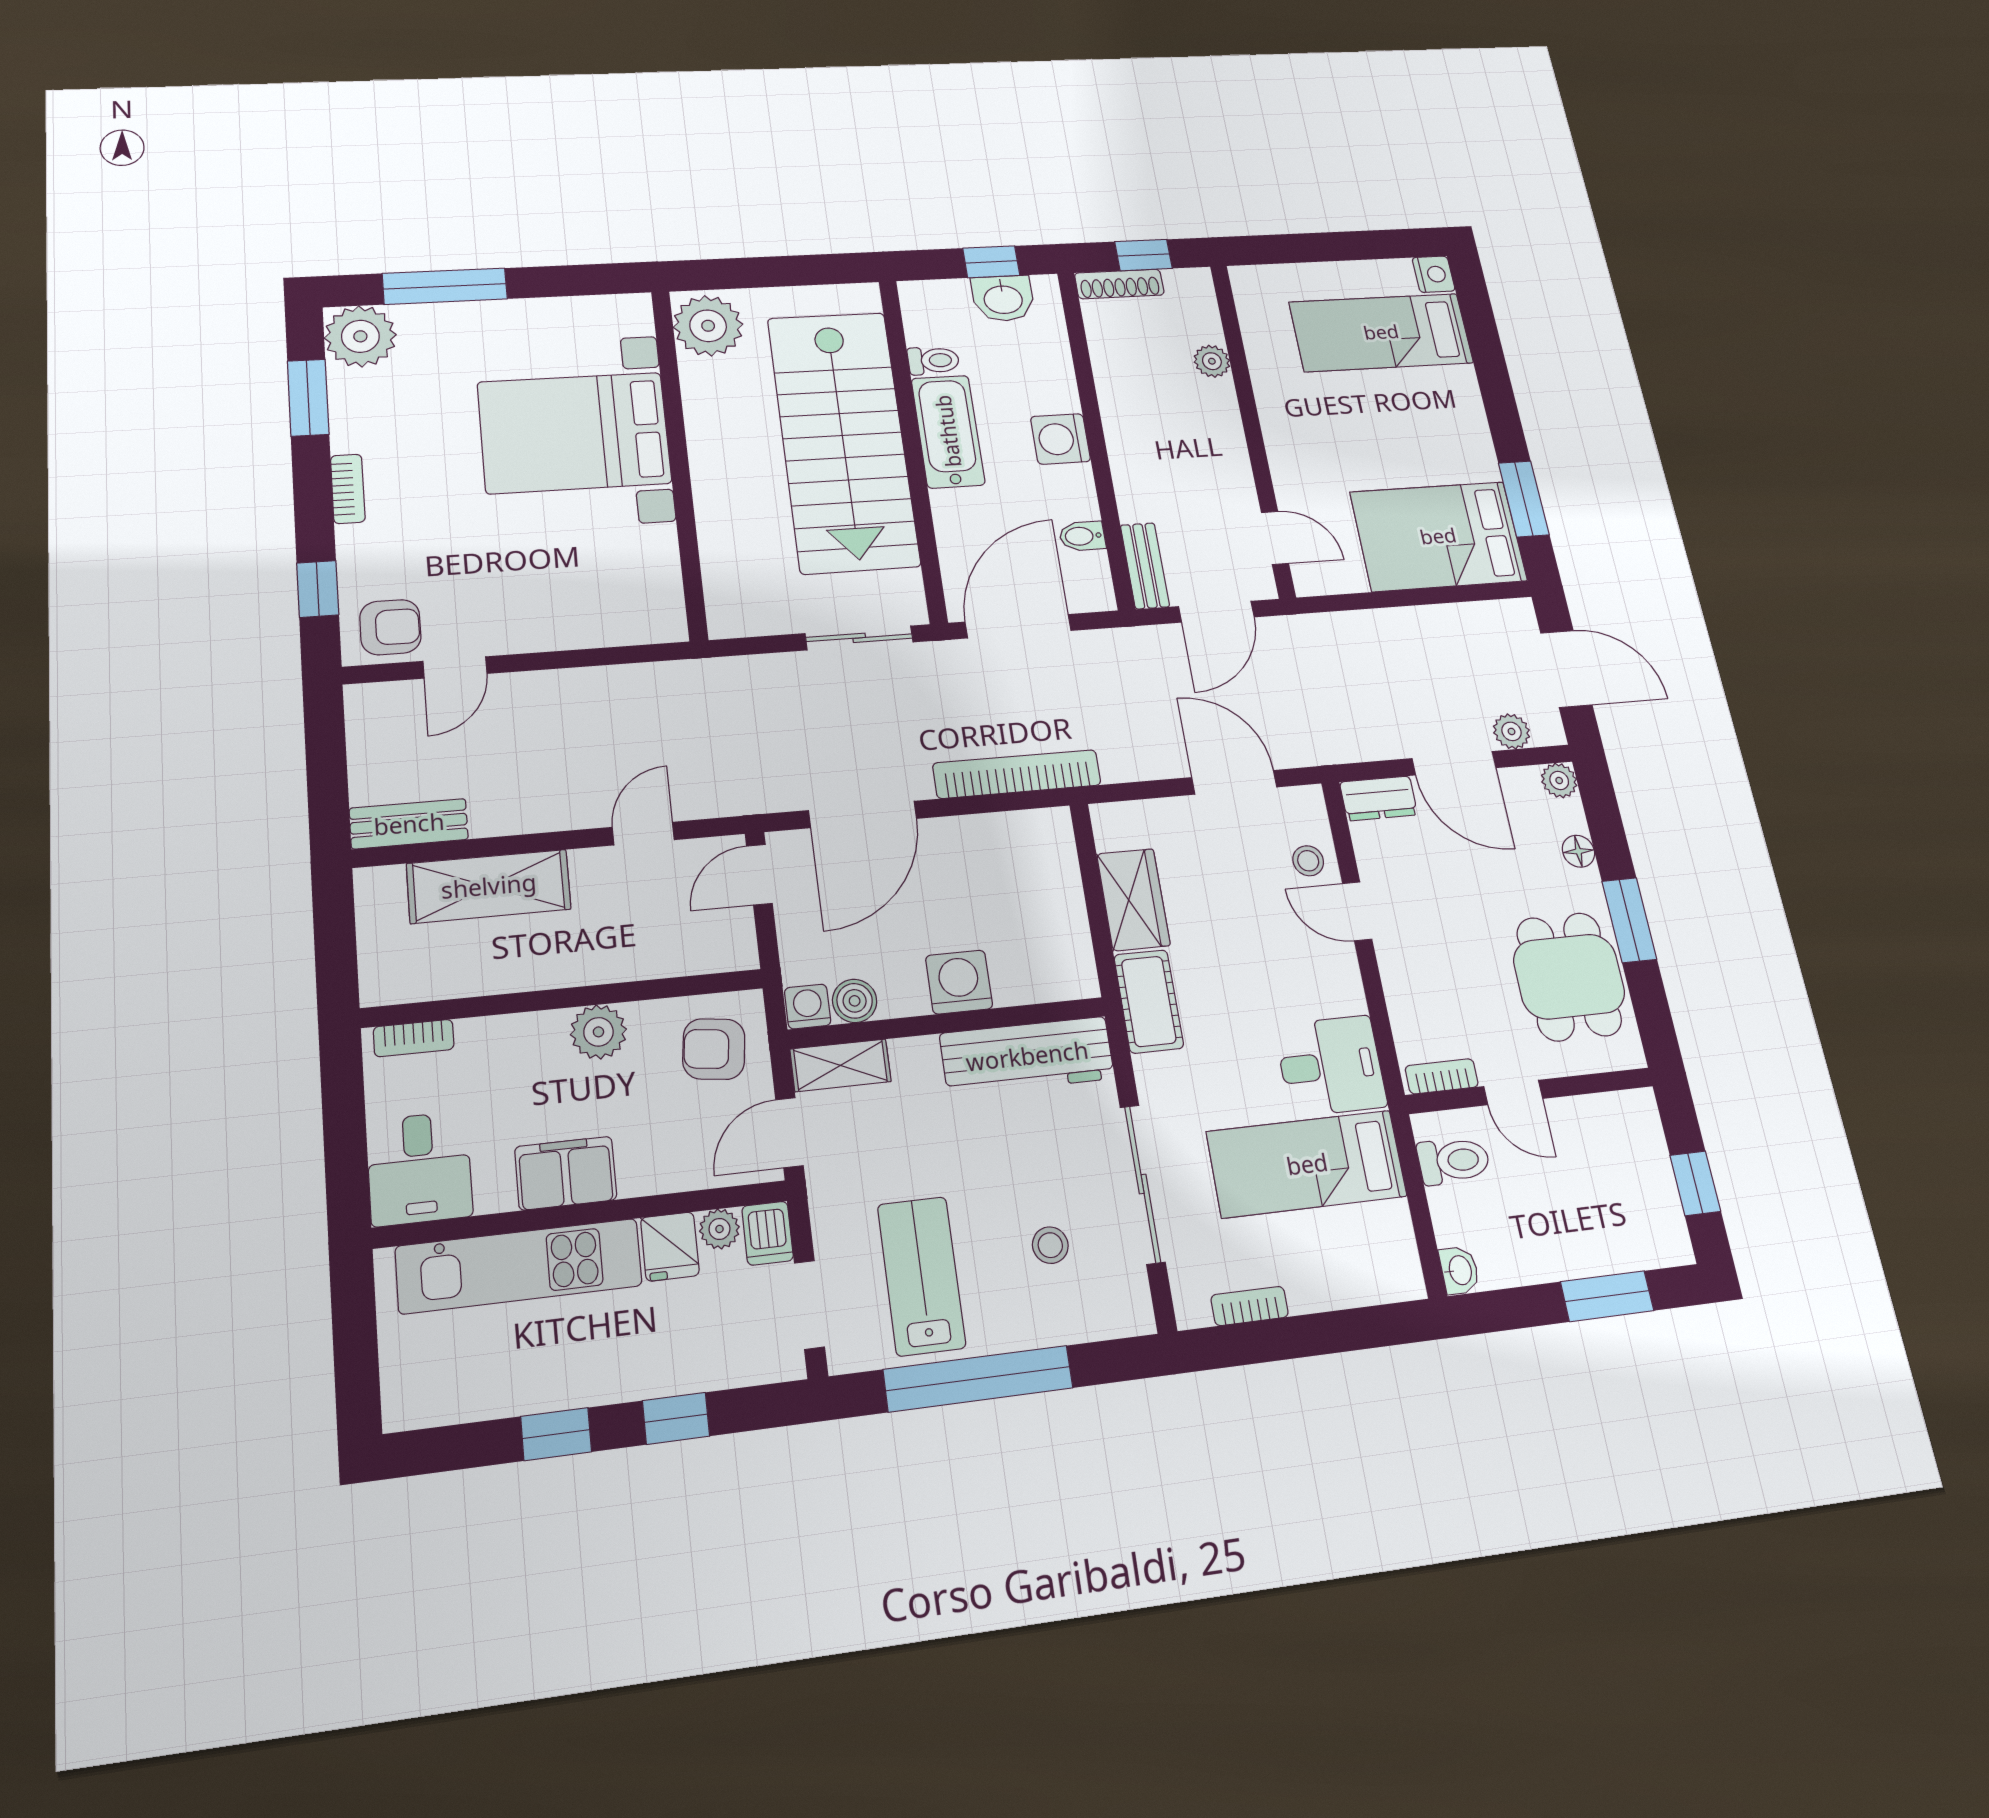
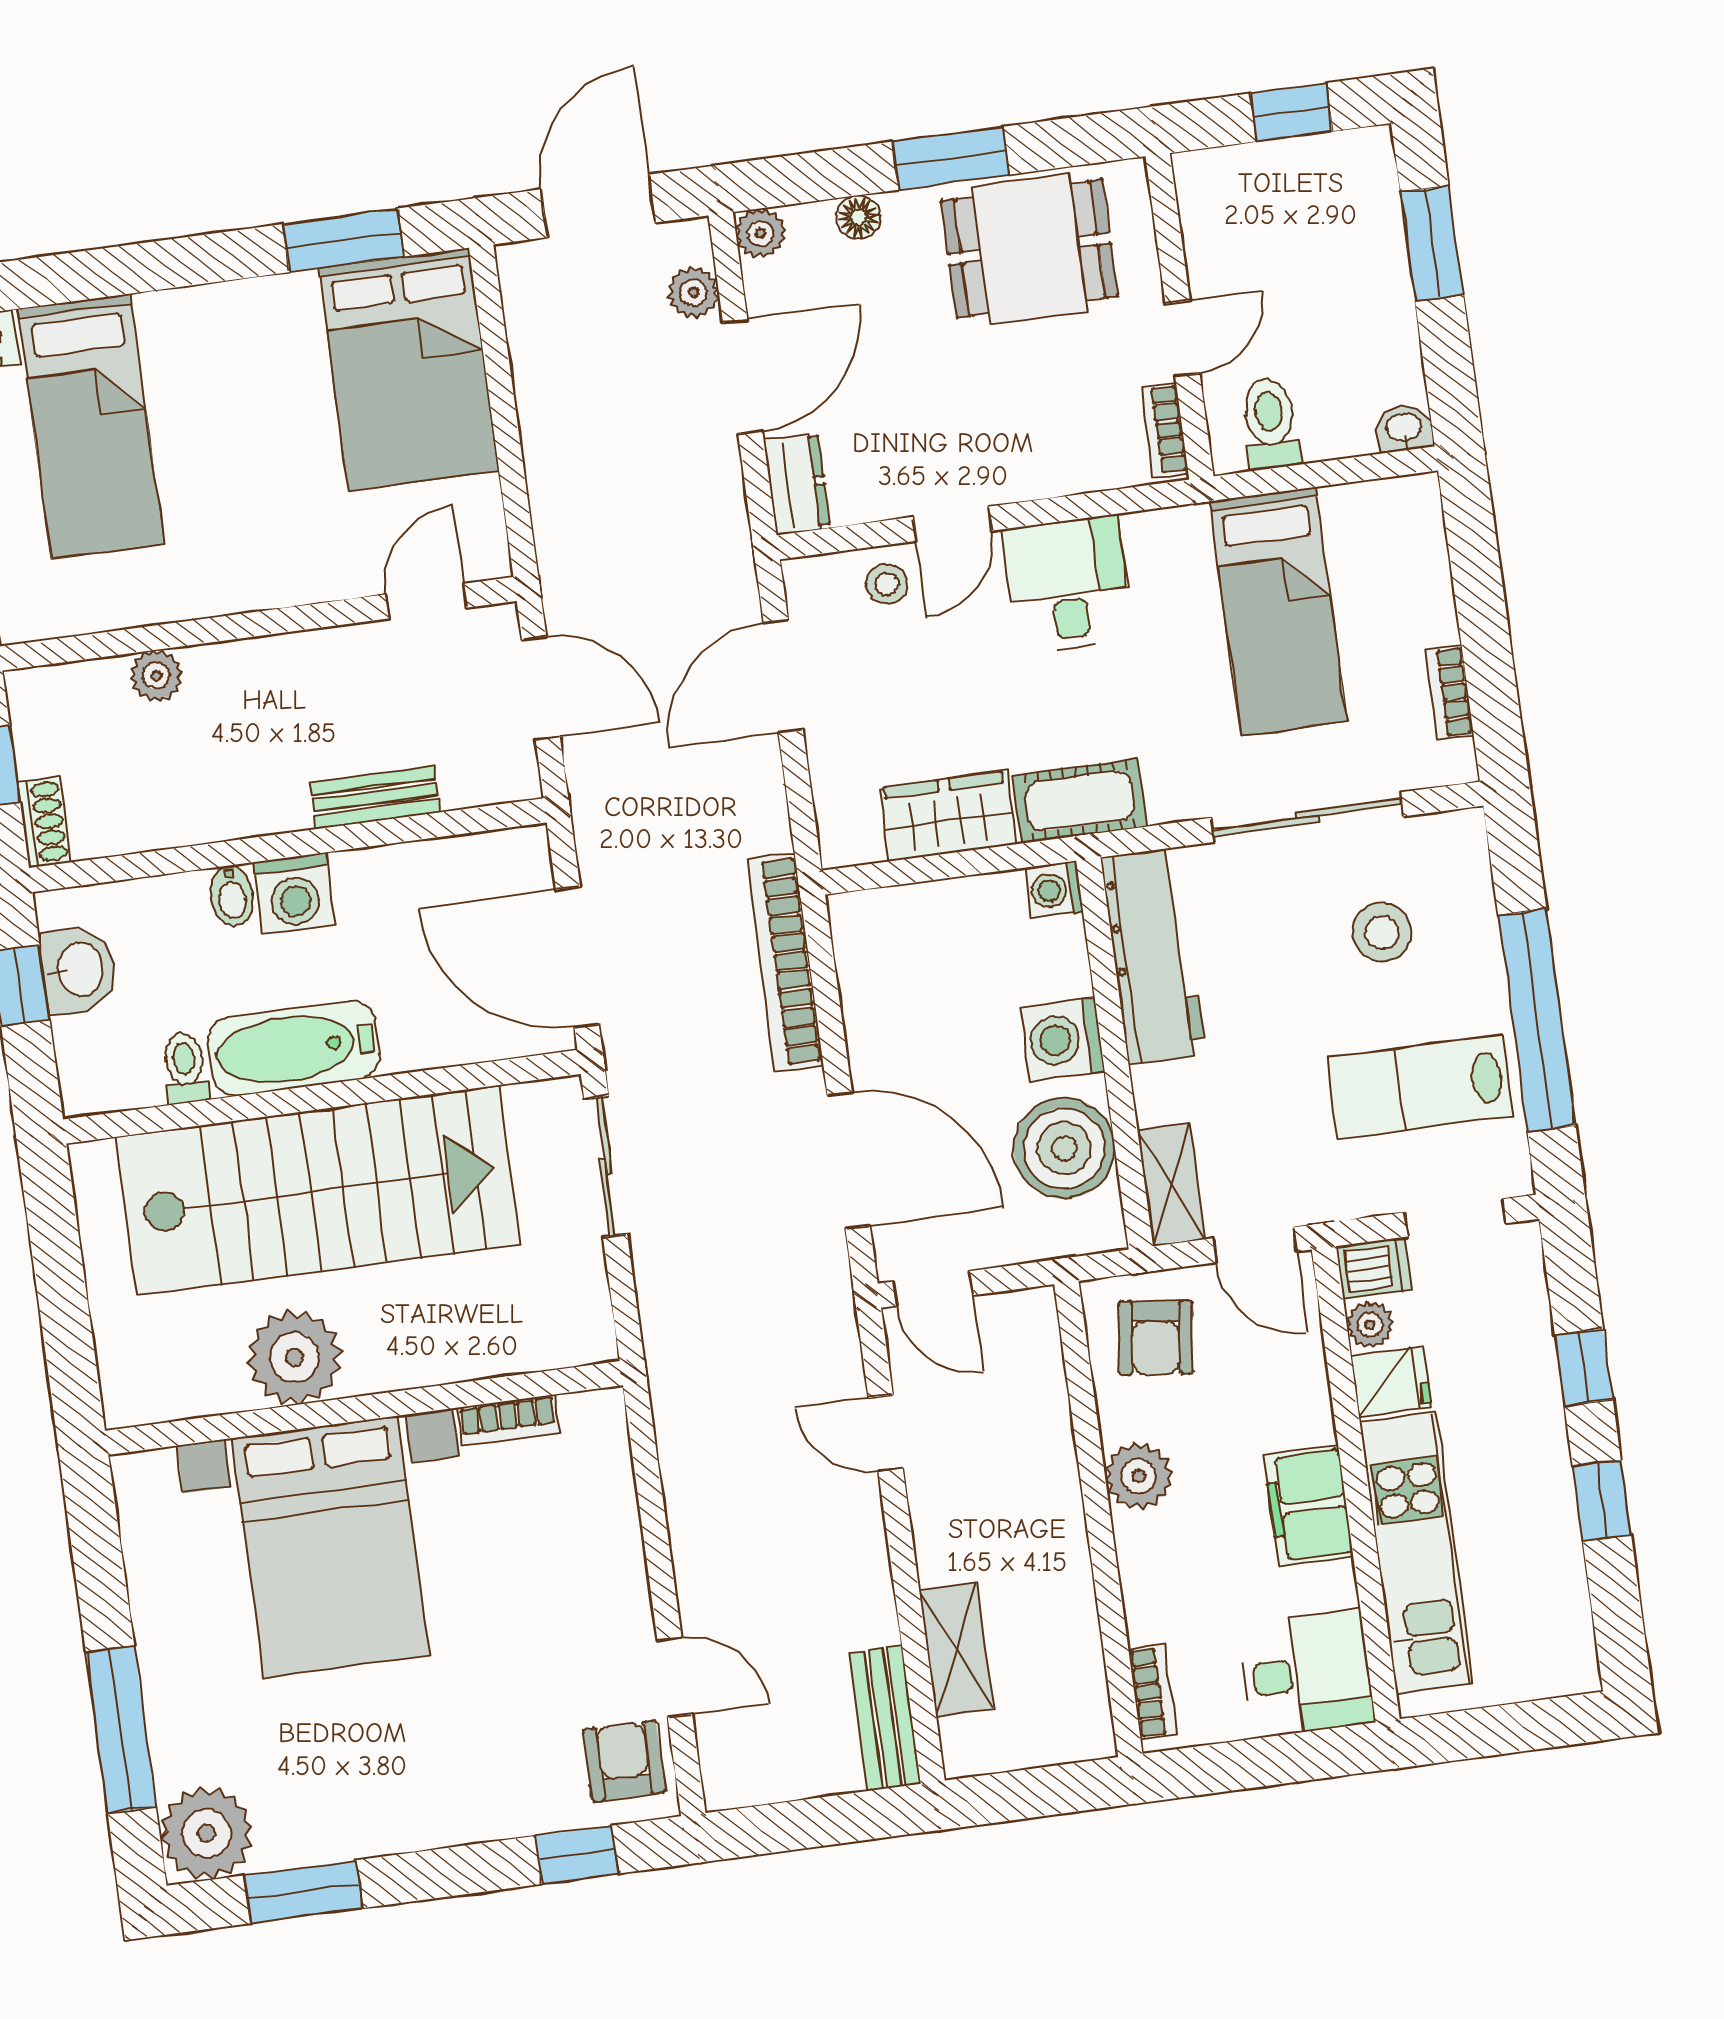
shoe rack: (1119, 284) -> (44, 822), width x0.70
plant: (708, 326) -> (294, 1357), moved
bookcase: (348, 489) -> (508, 1420), moved, turned 180
bidet: (1082, 536) -> (232, 896), moved
bench: (1145, 566) -> (375, 797), moved
shelving: (489, 886) -> (956, 1650), width x0.67, depth x0.75
boiler: (855, 1001) -> (1064, 1148), width x1.86, depth x1.86
washing machine: (808, 1007) -> (1054, 890), moved
desk: (1331, 1066) -> (1067, 584), moved
stool: (1050, 1245) -> (1382, 932), width x1.37, depth x1.37

